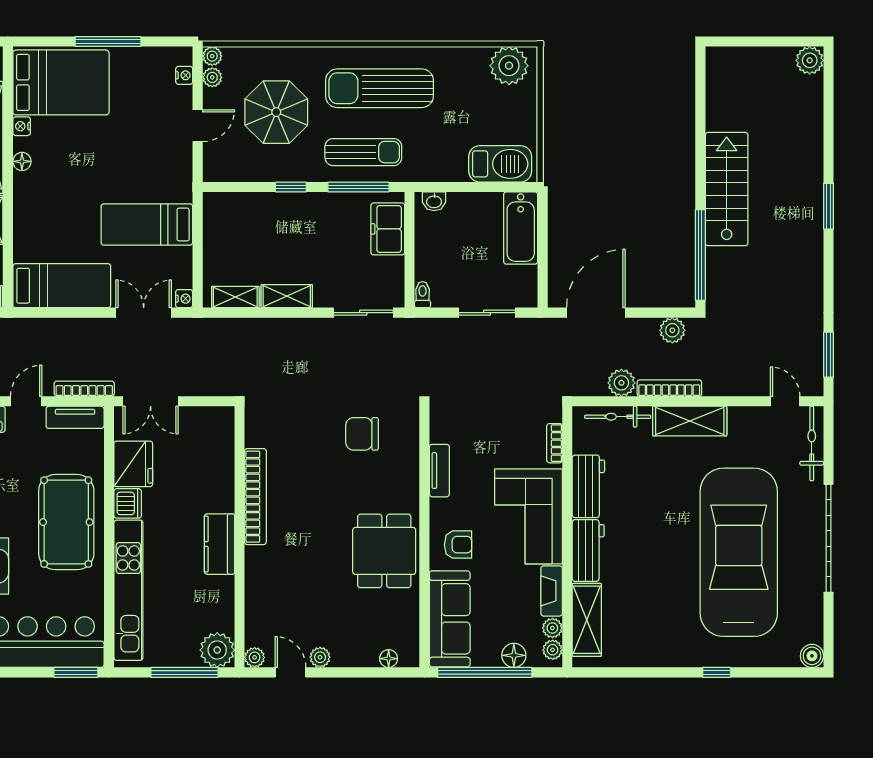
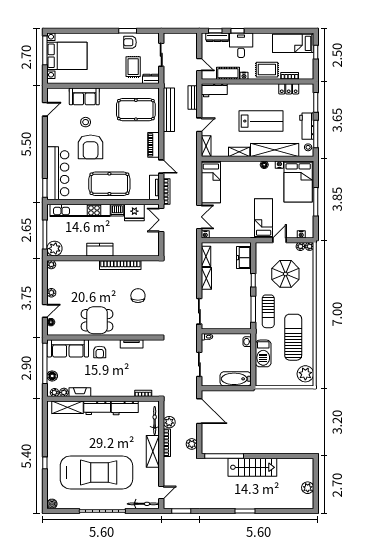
plant: (810, 60) -> (308, 488), moved
sun lounger: (379, 88) -> (293, 337), moved
door: (198, 126) -> (280, 240), swing flipped
barbecue: (500, 164) -> (263, 353), moved
bed: (147, 225) -> (264, 218), moved
freezer: (388, 229) -> (244, 258), moved, turned -90
chair: (362, 434) -> (138, 296), moved
corner sofa: (528, 516) -> (112, 382), removed
door: (290, 672) -> (45, 311), moved

